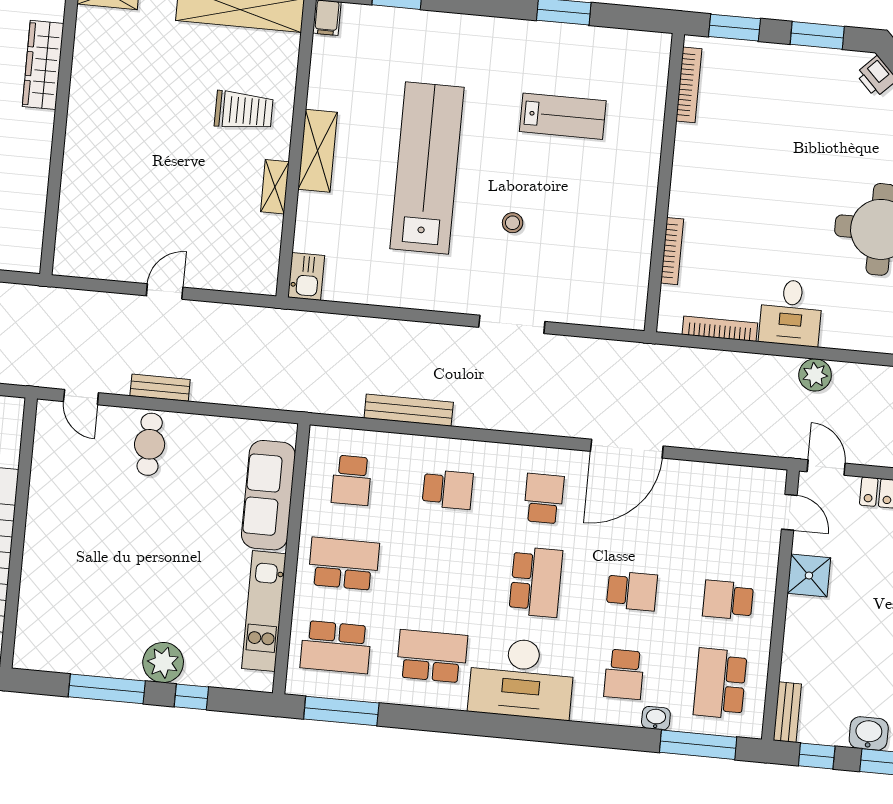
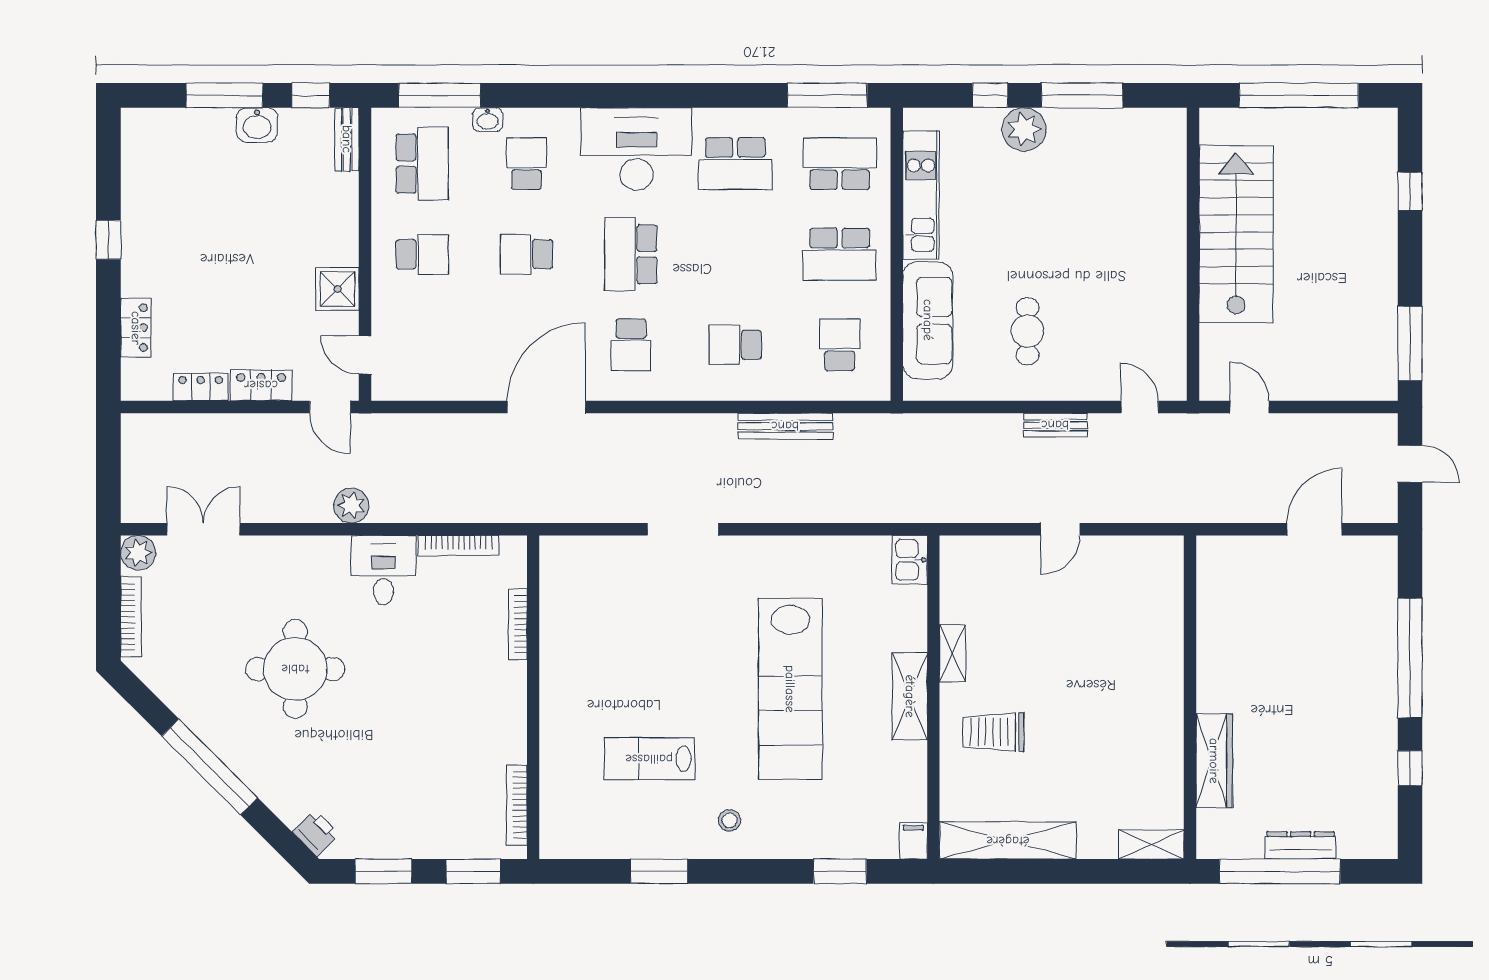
stool: (513, 223) -> (729, 820), moved
cafe table: (150, 444) -> (1028, 331), moved

